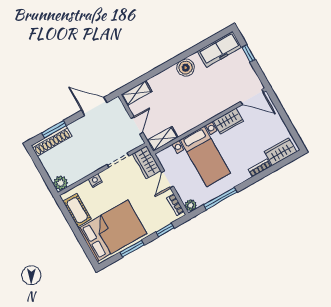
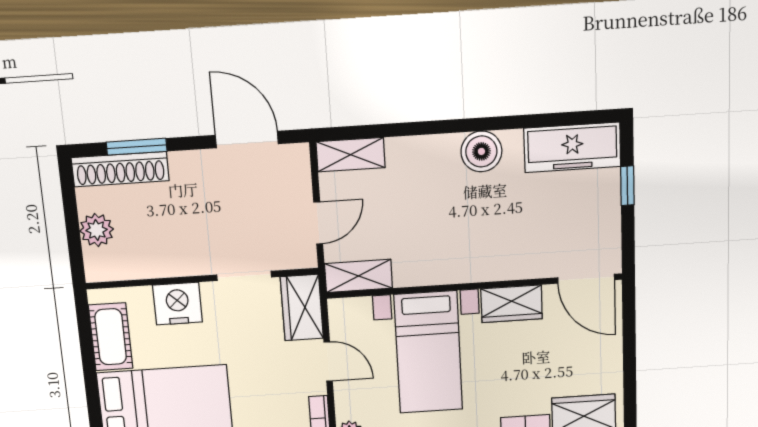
door: (167, 179) -> (328, 362), swing flipped
nightstand: (95, 181) -> (177, 304), width x1.89, depth x1.79
plant: (61, 183) -> (97, 230), moved

